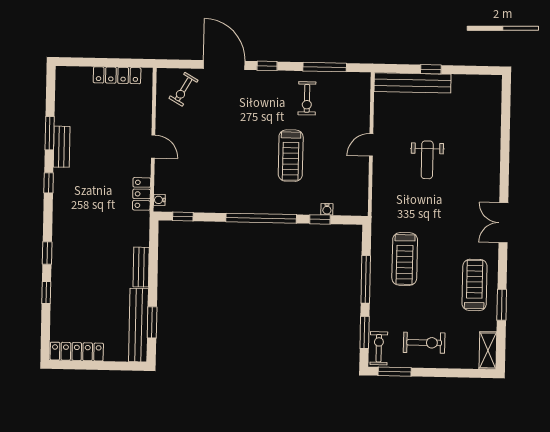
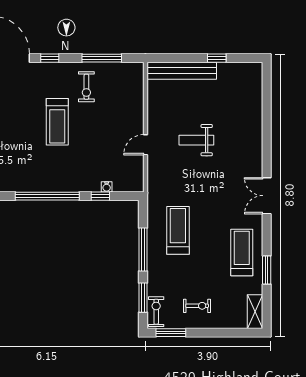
window: (431, 69) -> (217, 58), moved
door: (371, 145) -> (145, 145), moved
treadmill: (291, 156) -> (57, 122), moved
weight bench: (427, 160) -> (196, 140), turned 90
treadmill: (405, 259) -> (178, 230), turned 180
exercise bike: (424, 343) -> (197, 306), width x0.73, depth x0.72

